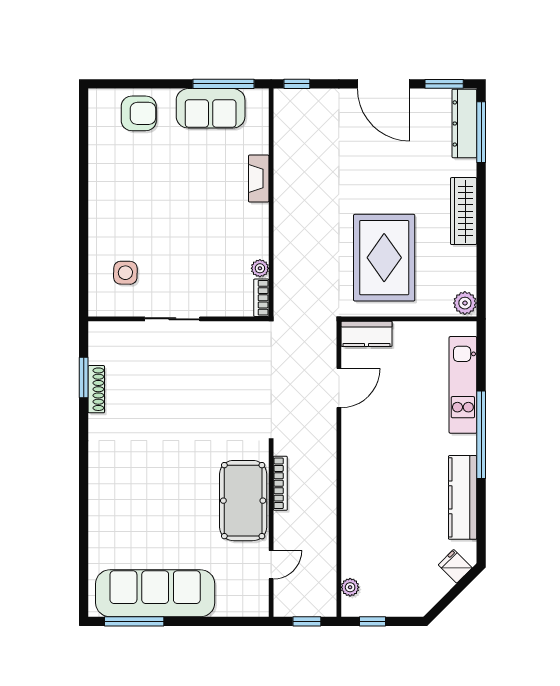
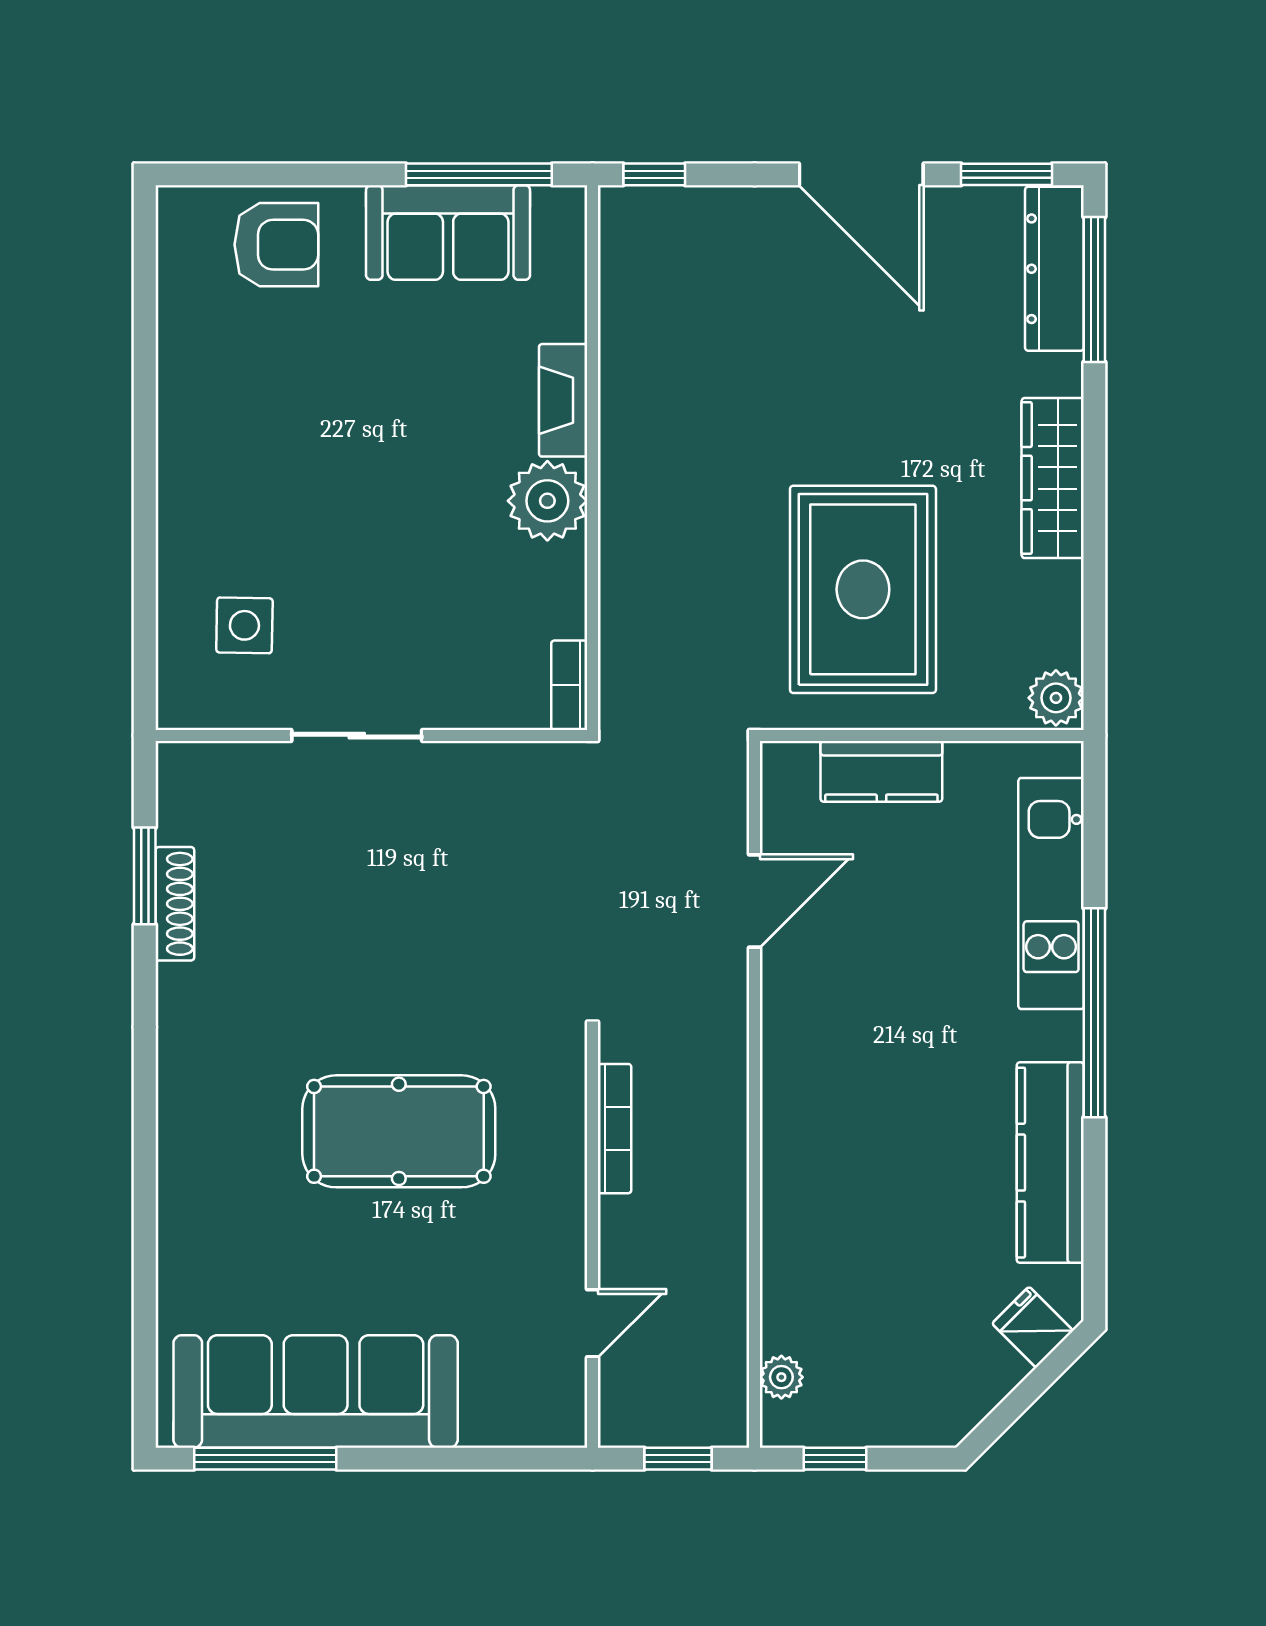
plant: (260, 268) -> (547, 501), moved, width x1.87, depth x1.87
kitchen counter: (367, 334) -> (881, 771), moved
pool table: (243, 501) -> (399, 1131), moved, turned 90

